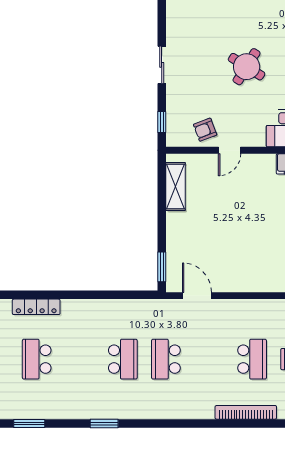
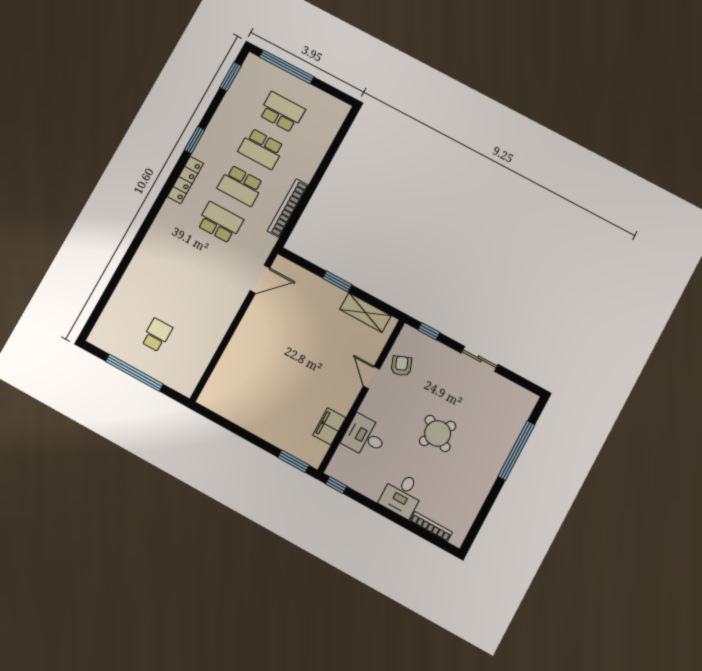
window: (162, 267) -> (337, 282), moved
locker: (36, 307) -> (185, 180), moved, turned 180
school desk: (252, 359) -> (261, 149), moved
bookcase: (246, 412) -> (288, 208), moved, turned 180

